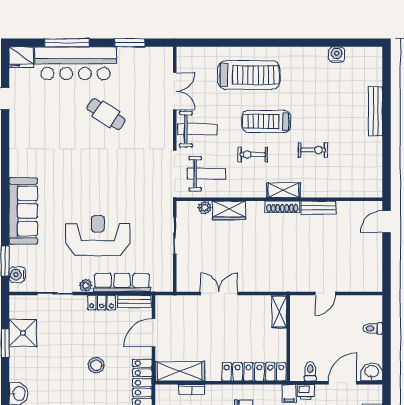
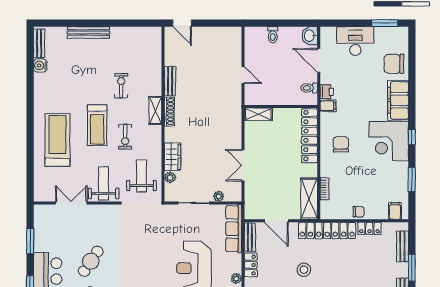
bench: (363, 53) -> (39, 43), added
plant: (183, 265) -> (219, 196), added
row of seats: (122, 283) -> (234, 229), moved

